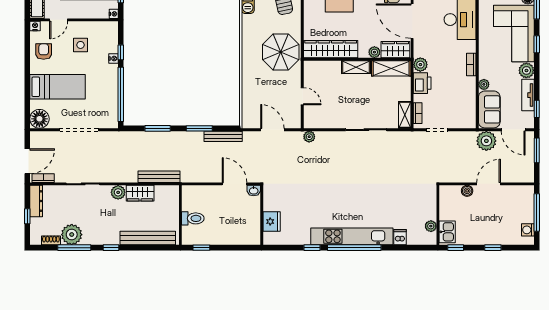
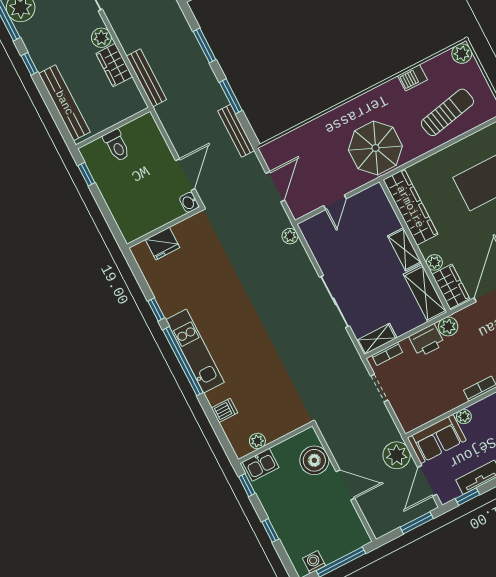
boiler: (467, 191) -> (314, 460), width x1.86, depth x1.86
kitchen unit: (352, 236) -> (195, 351), width x0.73

